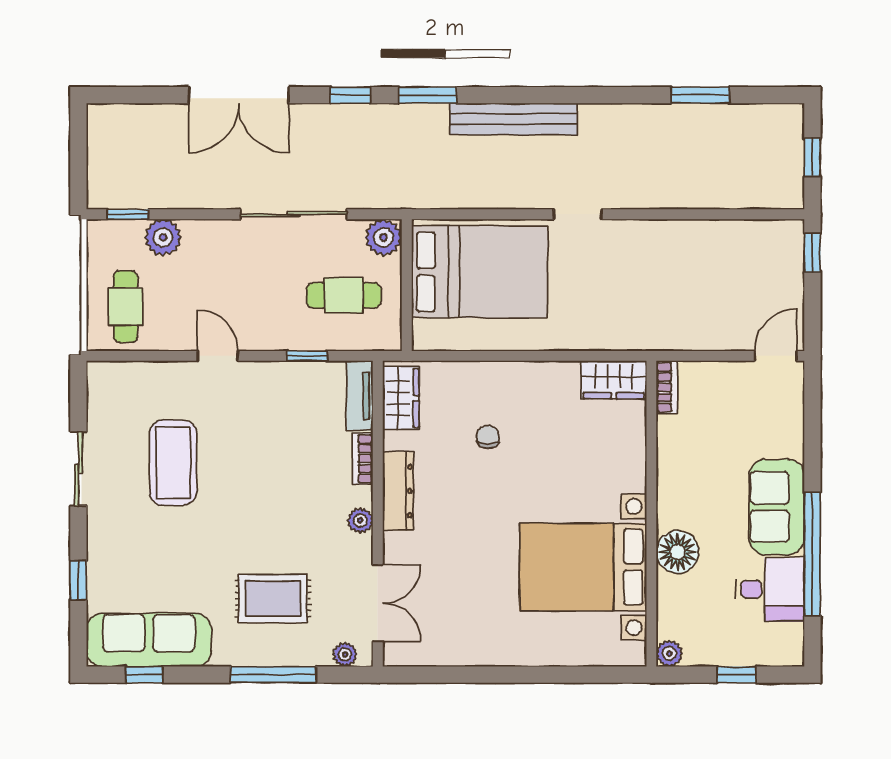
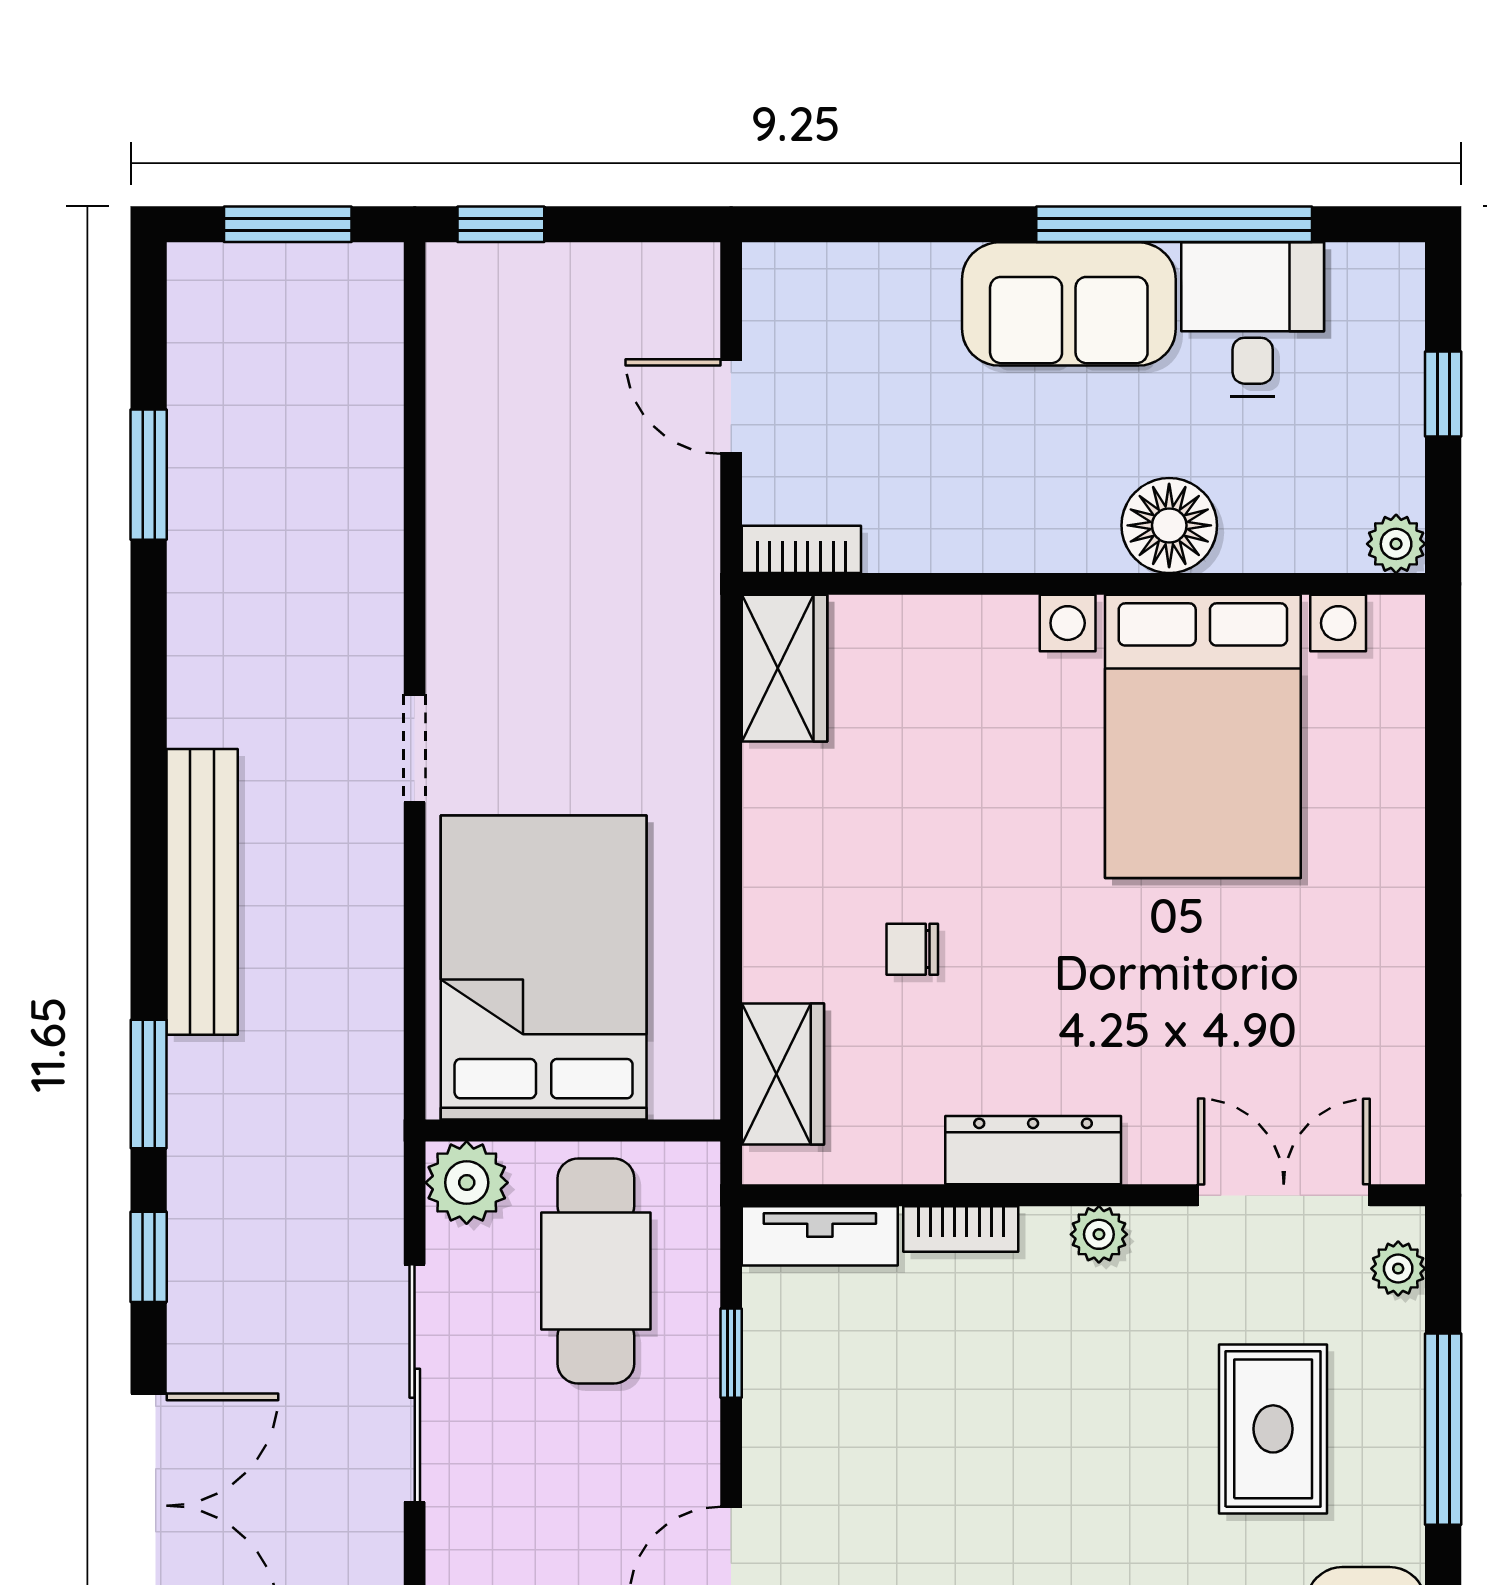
window: (812, 157) -> (288, 224), width x1.50
cafe table: (344, 295) -> (596, 1271), width x1.37, depth x1.35
door: (776, 356) -> (731, 407), moved
wardrobe: (401, 398) -> (783, 1074), moved, turned 90

